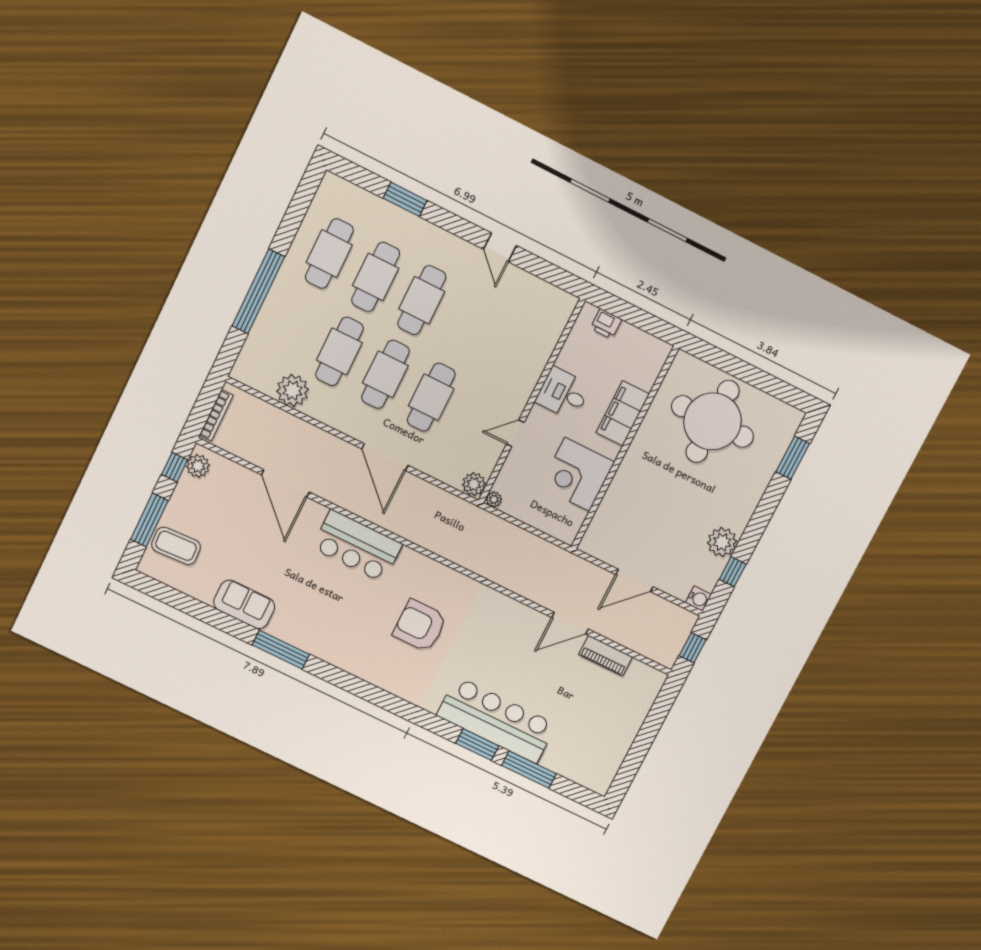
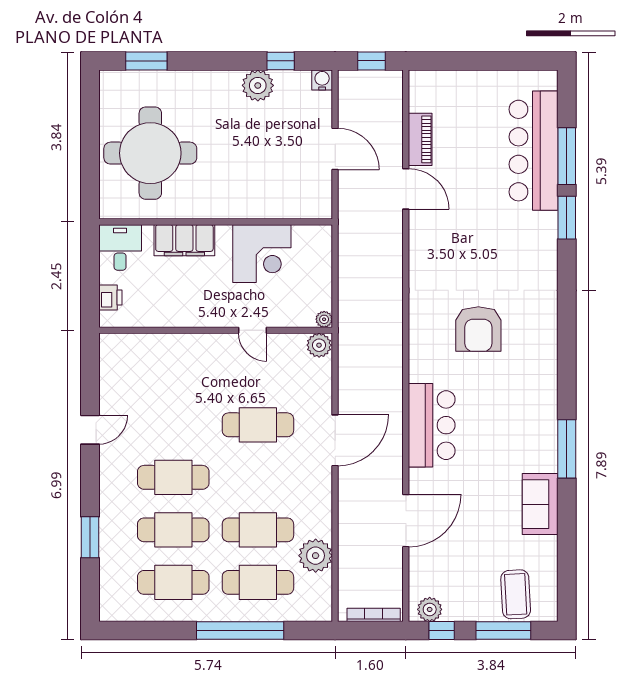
cafe table: (385, 374) -> (258, 582), moved
desk: (563, 393) -> (120, 247), moved, turned 180
bar counter: (497, 720) -> (534, 151), moved

